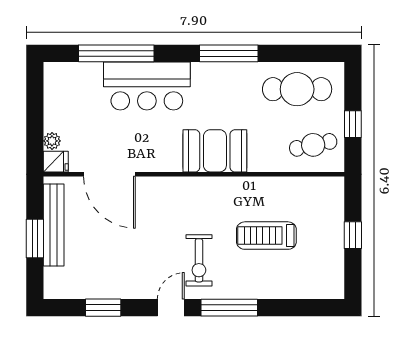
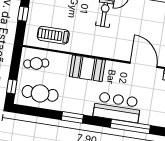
window: (229, 53) -> (72, 117), width x0.69
window: (353, 124) -> (12, 86), moved
treadmill: (266, 236) -> (53, 35), moved, turned 180

